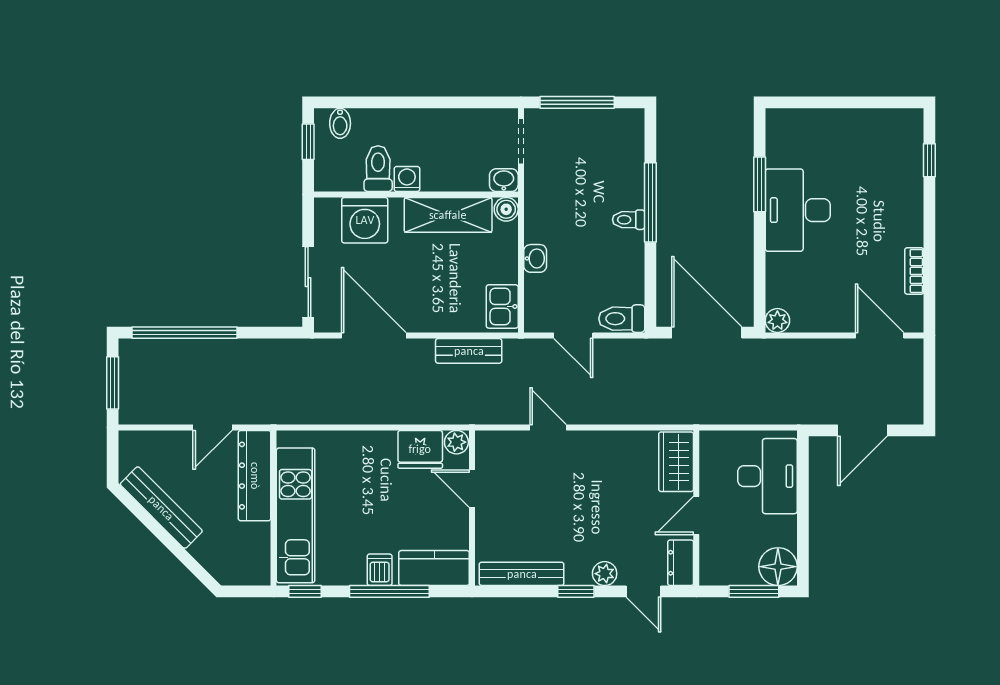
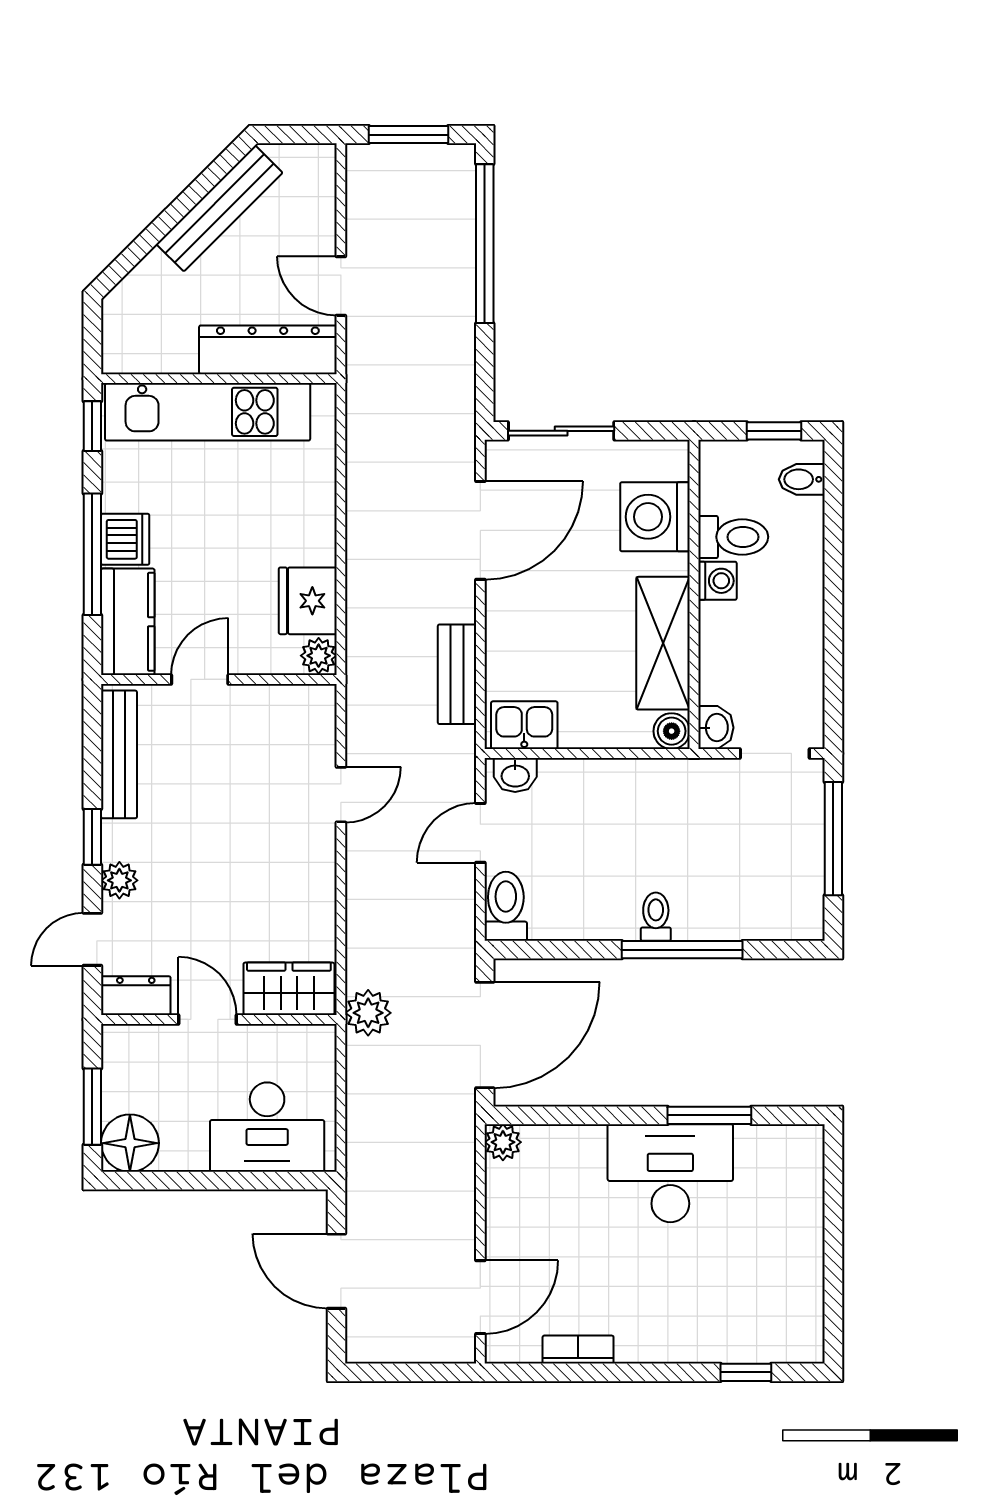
washbasin: (535, 258) -> (515, 775), moved
plant: (692, 409) -> (368, 1013), added
door: (472, 489) -> (200, 679), moved
dishwasher: (380, 570) -> (125, 539), width x1.38

